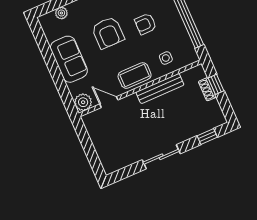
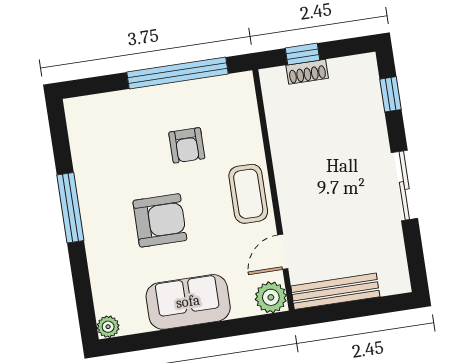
plant: (61, 13) -> (108, 327), moved
armchair: (146, 24) -> (187, 145), moved
side table: (166, 58) -> (232, 130), removed
bench: (160, 89) -> (335, 291), moved, turned 90

